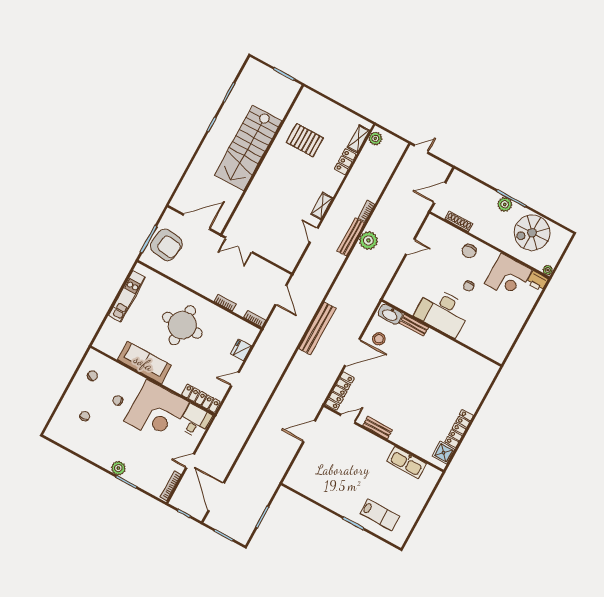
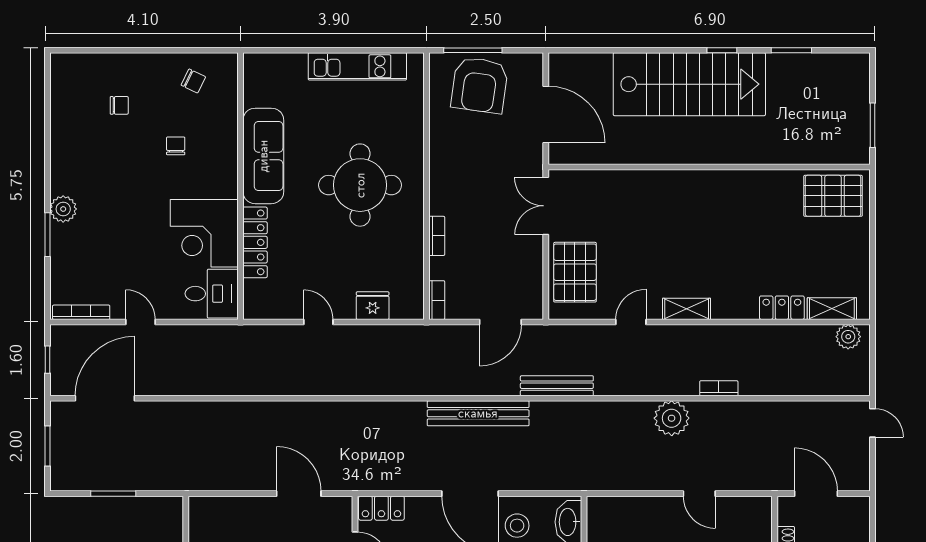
pallet: (305, 140) -> (833, 196), moved, turned 90
stairs: (248, 148) -> (689, 84), moved, turned 180
bench: (351, 237) -> (557, 386), moved
pallet: (277, 248) -> (575, 272), added
locker: (340, 391) -> (381, 508), width x0.66
locker: (201, 398) -> (255, 242), moved
corner desk: (157, 412) -> (204, 233), width x0.74, depth x0.74

